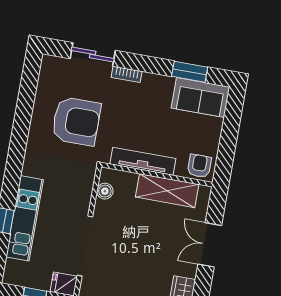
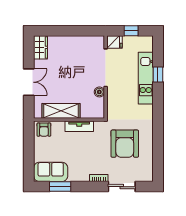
armchair: (76, 121) -> (125, 144), turned -90
tv unit: (143, 161) -> (79, 126), width x0.71
boiler: (105, 191) -> (99, 92), moved

